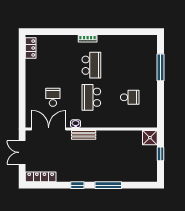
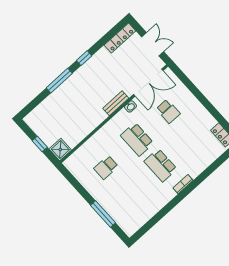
school desk: (91, 97) -> (137, 139), turned 180

